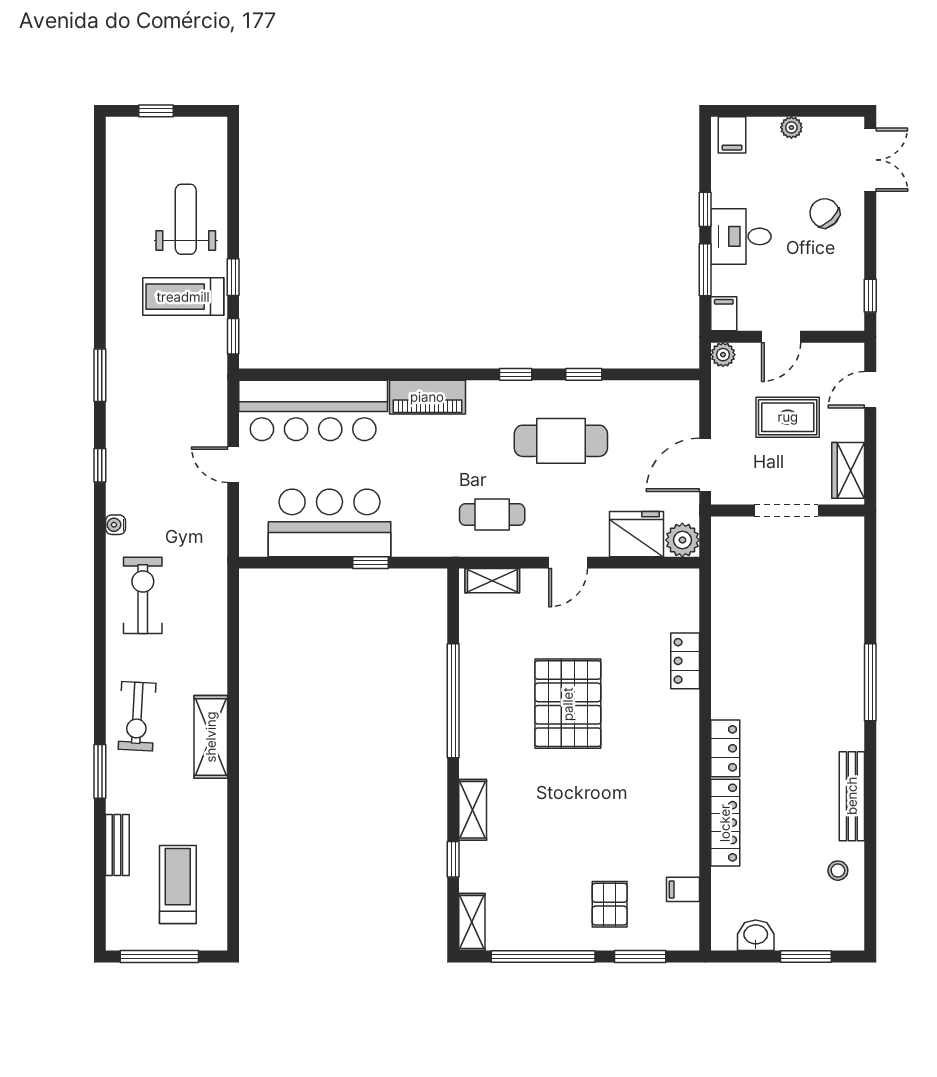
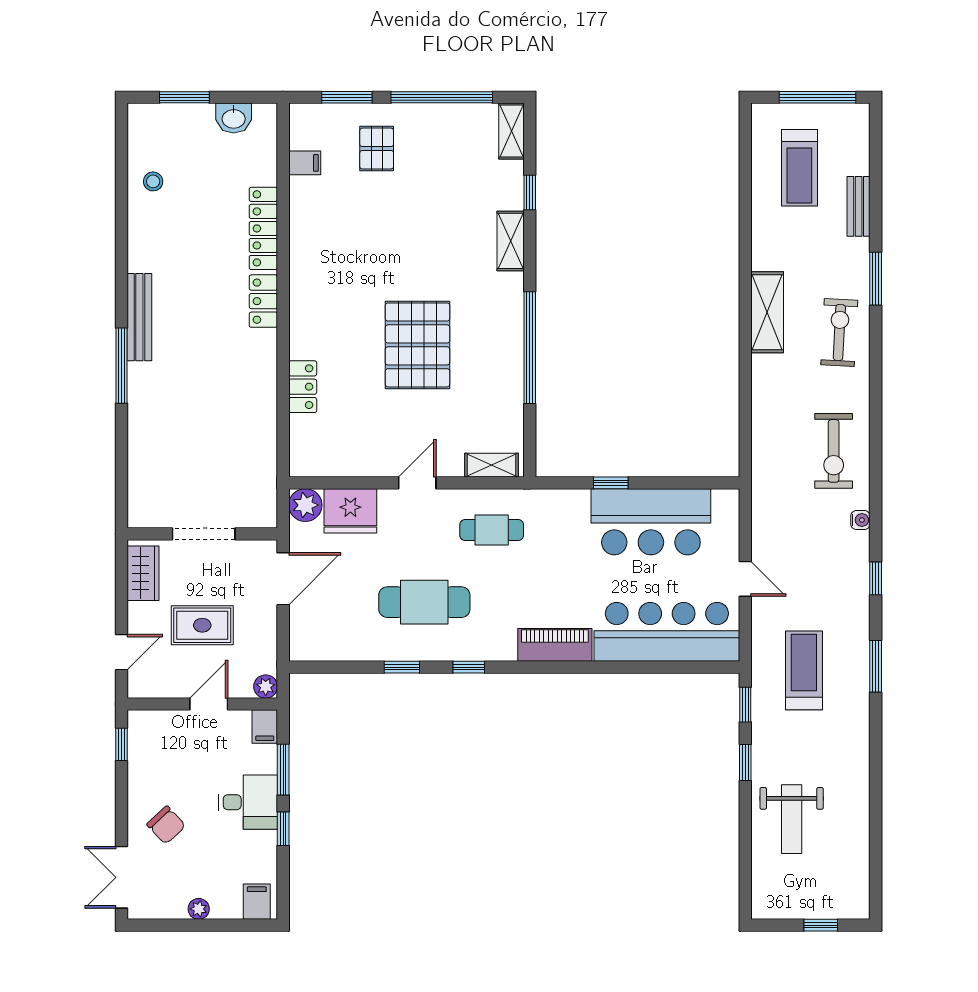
treadmill: (183, 297) -> (804, 670), moved, turned -90
bench: (852, 796) -> (139, 317), moved

